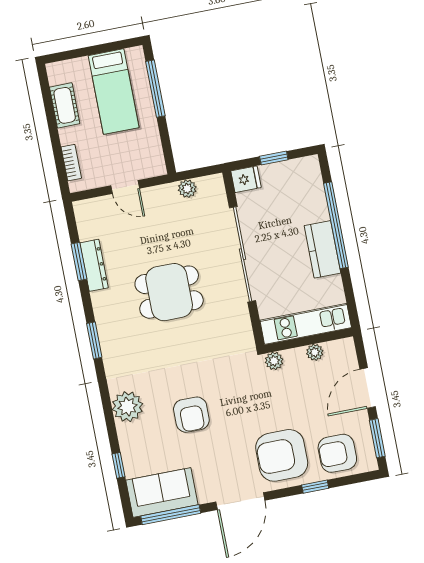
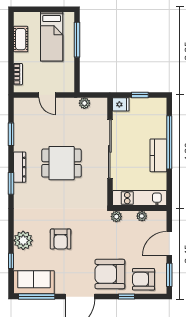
dresser: (94, 265) -> (20, 167), moved
plant: (127, 407) -> (23, 240), moved

